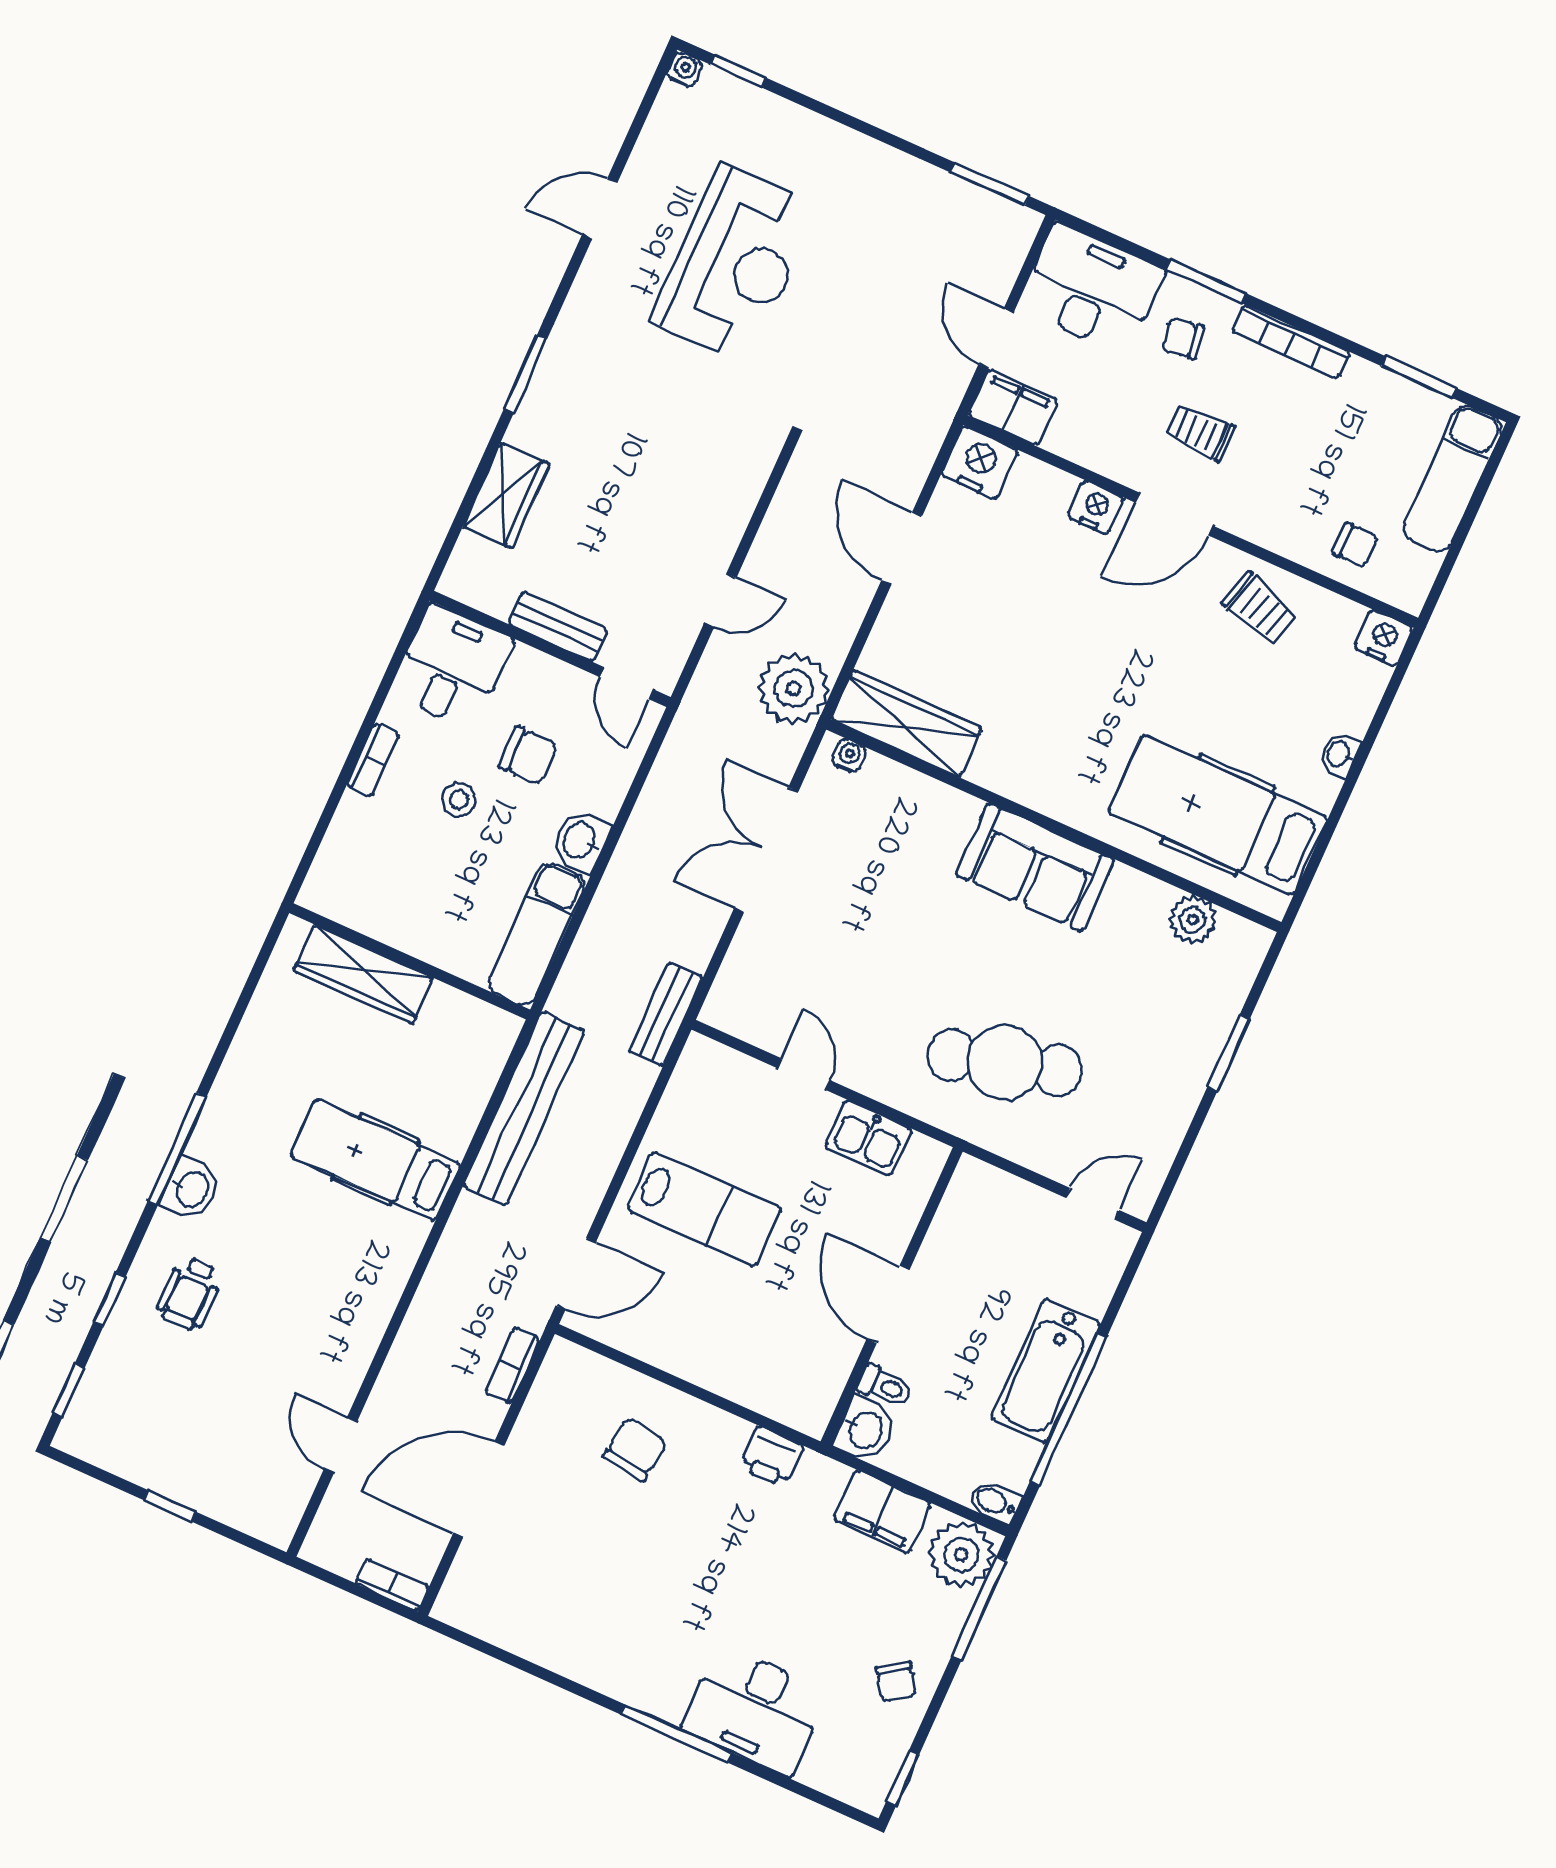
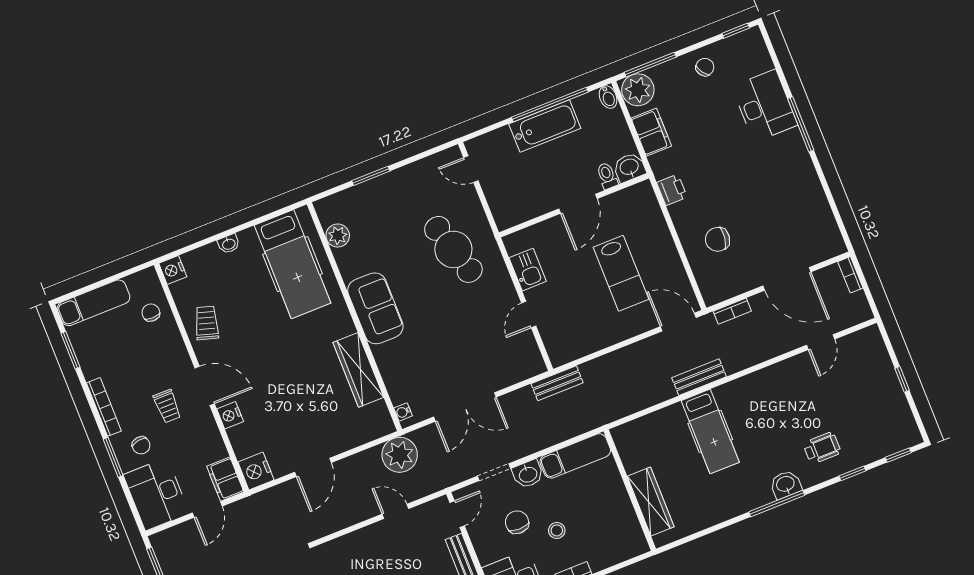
wardrobe: (906, 724) -> (358, 370), moved
doorway: (632, 796) -> (494, 472), added
bench: (524, 1109) -> (699, 377), moved, width x0.54, depth x0.82
lab bench: (704, 1209) -> (621, 273), moved, turned 180

